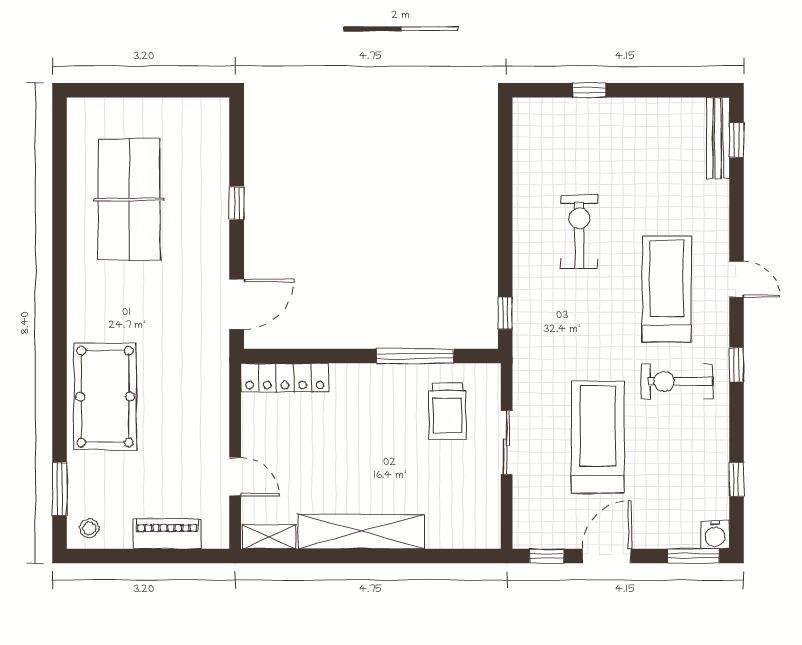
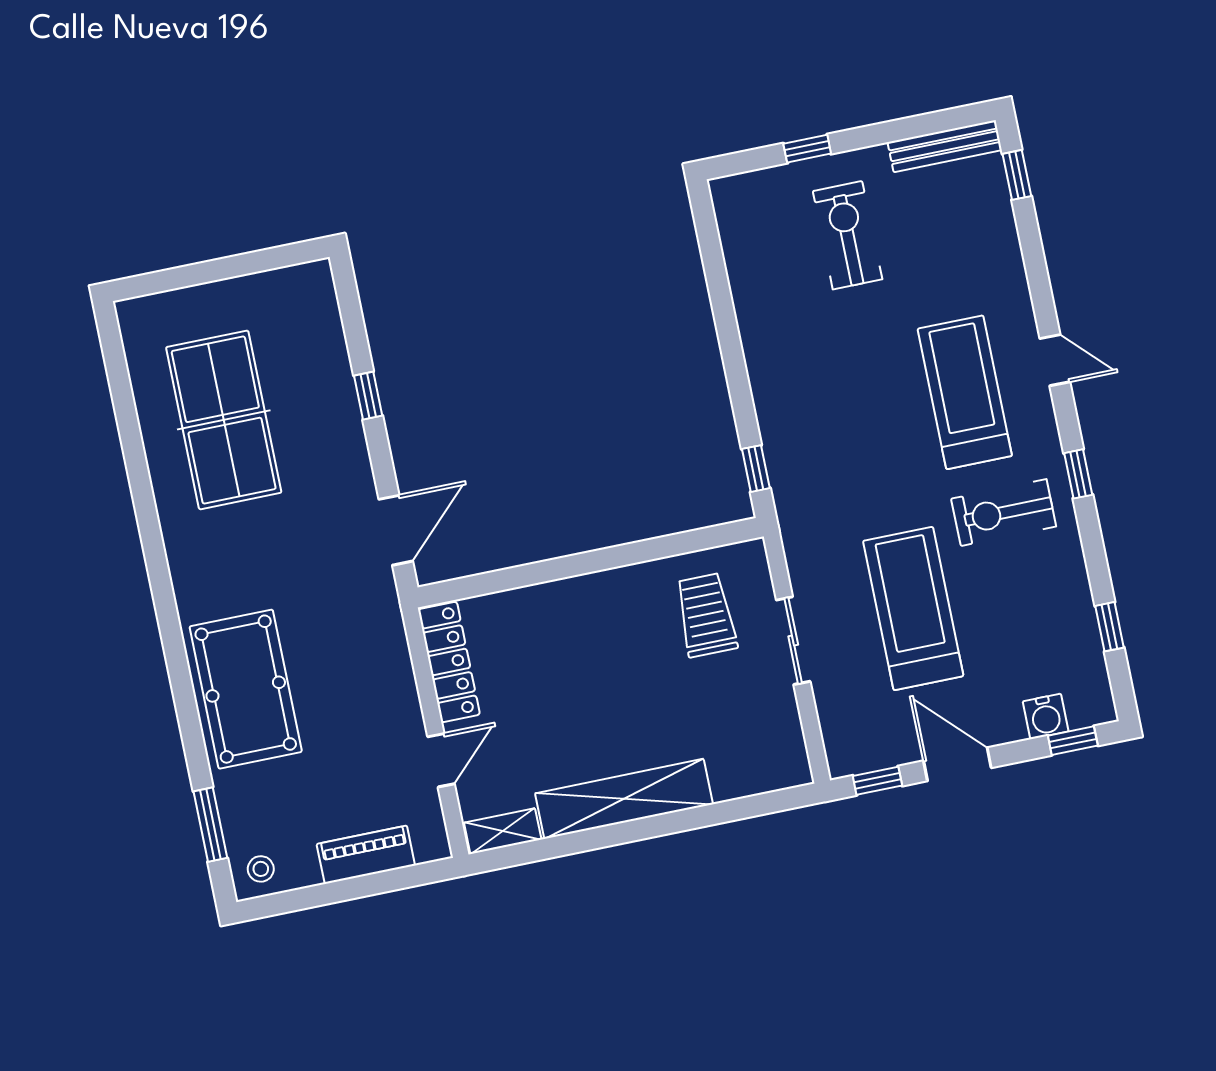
bench: (718, 138) -> (945, 146), moved, turned 90
exercise bike: (579, 232) -> (848, 235), moved
window: (415, 356) -> (648, 550), removed
locker: (285, 378) -> (449, 662), moved, turned -90
trolley: (448, 411) -> (706, 615), turned 180
door: (235, 477) -> (441, 760), hinge flipped
water cooler: (715, 535) -> (1046, 716), moved
door: (607, 556) -> (957, 764), hinge flipped
window: (693, 556) -> (1073, 741), width x0.67

